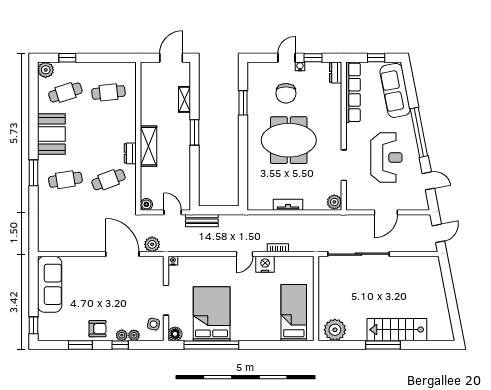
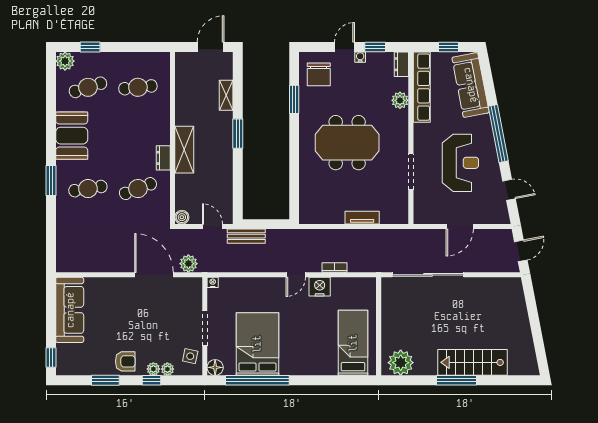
chair: (286, 93) -> (319, 74), moved
plant: (334, 202) -> (400, 100), moved
tv unit: (288, 205) -> (362, 218), moved

